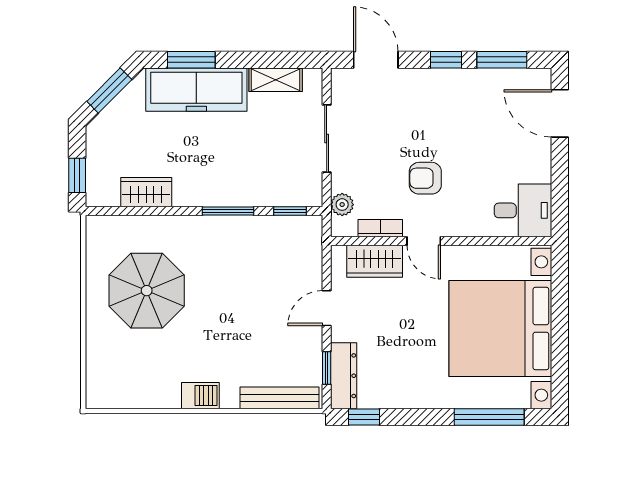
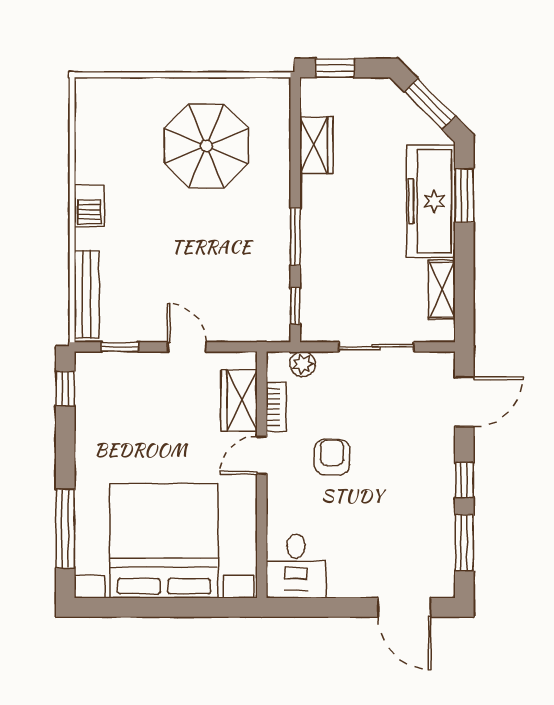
door: (560, 113) -> (404, 607), swing flipped
dresser: (344, 376) -> (111, 366), removed

